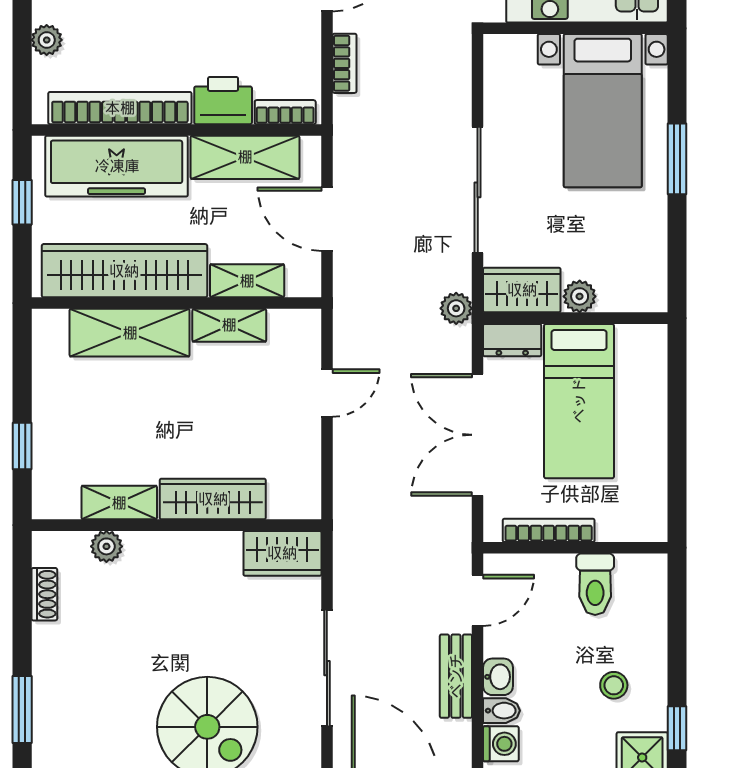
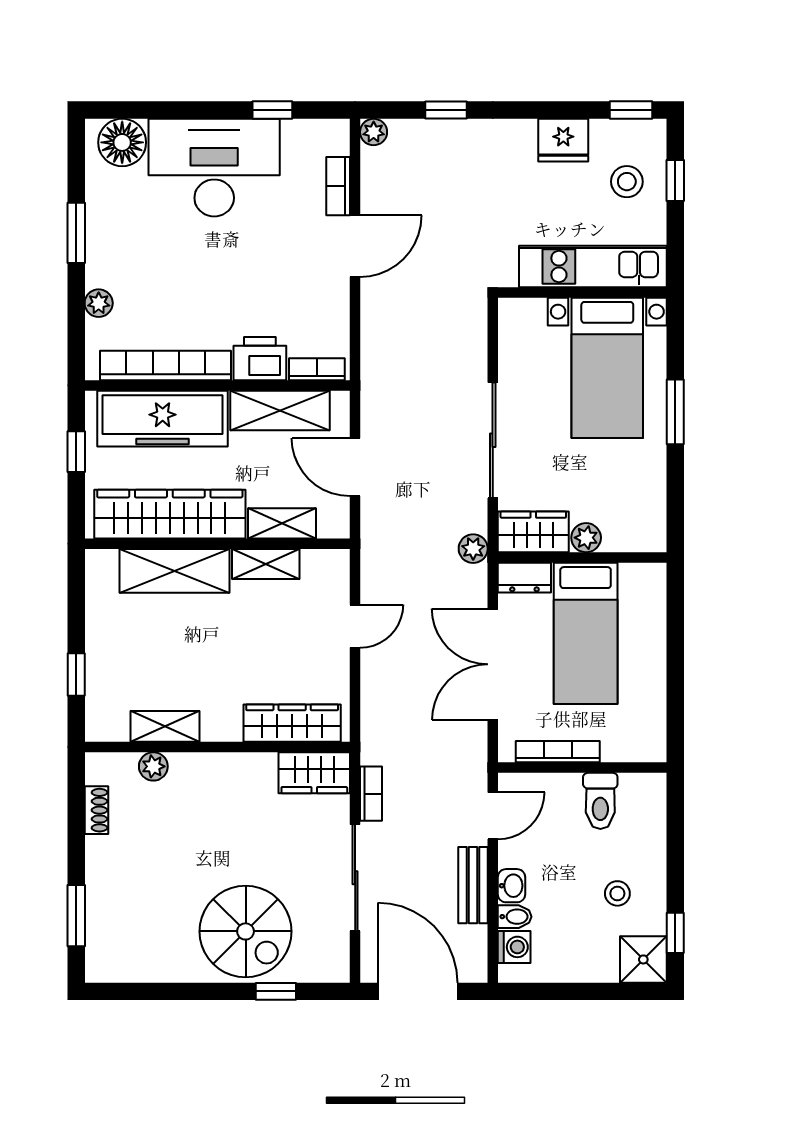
bookcase: (344, 63) -> (371, 794), moved
wardrobe: (213, 499) -> (292, 723), moved

